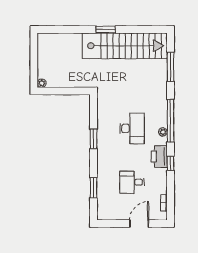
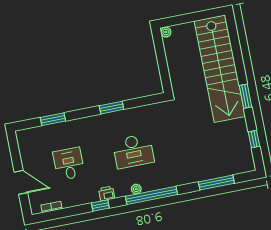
window: (142, 29) -> (254, 139), added
stairs: (125, 46) -> (220, 69), moved
printer: (159, 156) -> (107, 194), width x0.53, depth x0.68

